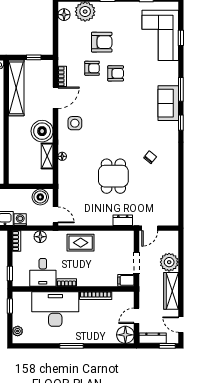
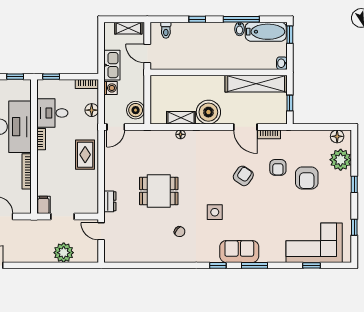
armchair: (116, 73) -> (243, 176), moved, turned -146
side table: (75, 123) -> (215, 212), moved
wardrobe: (171, 291) -> (32, 255), removed

